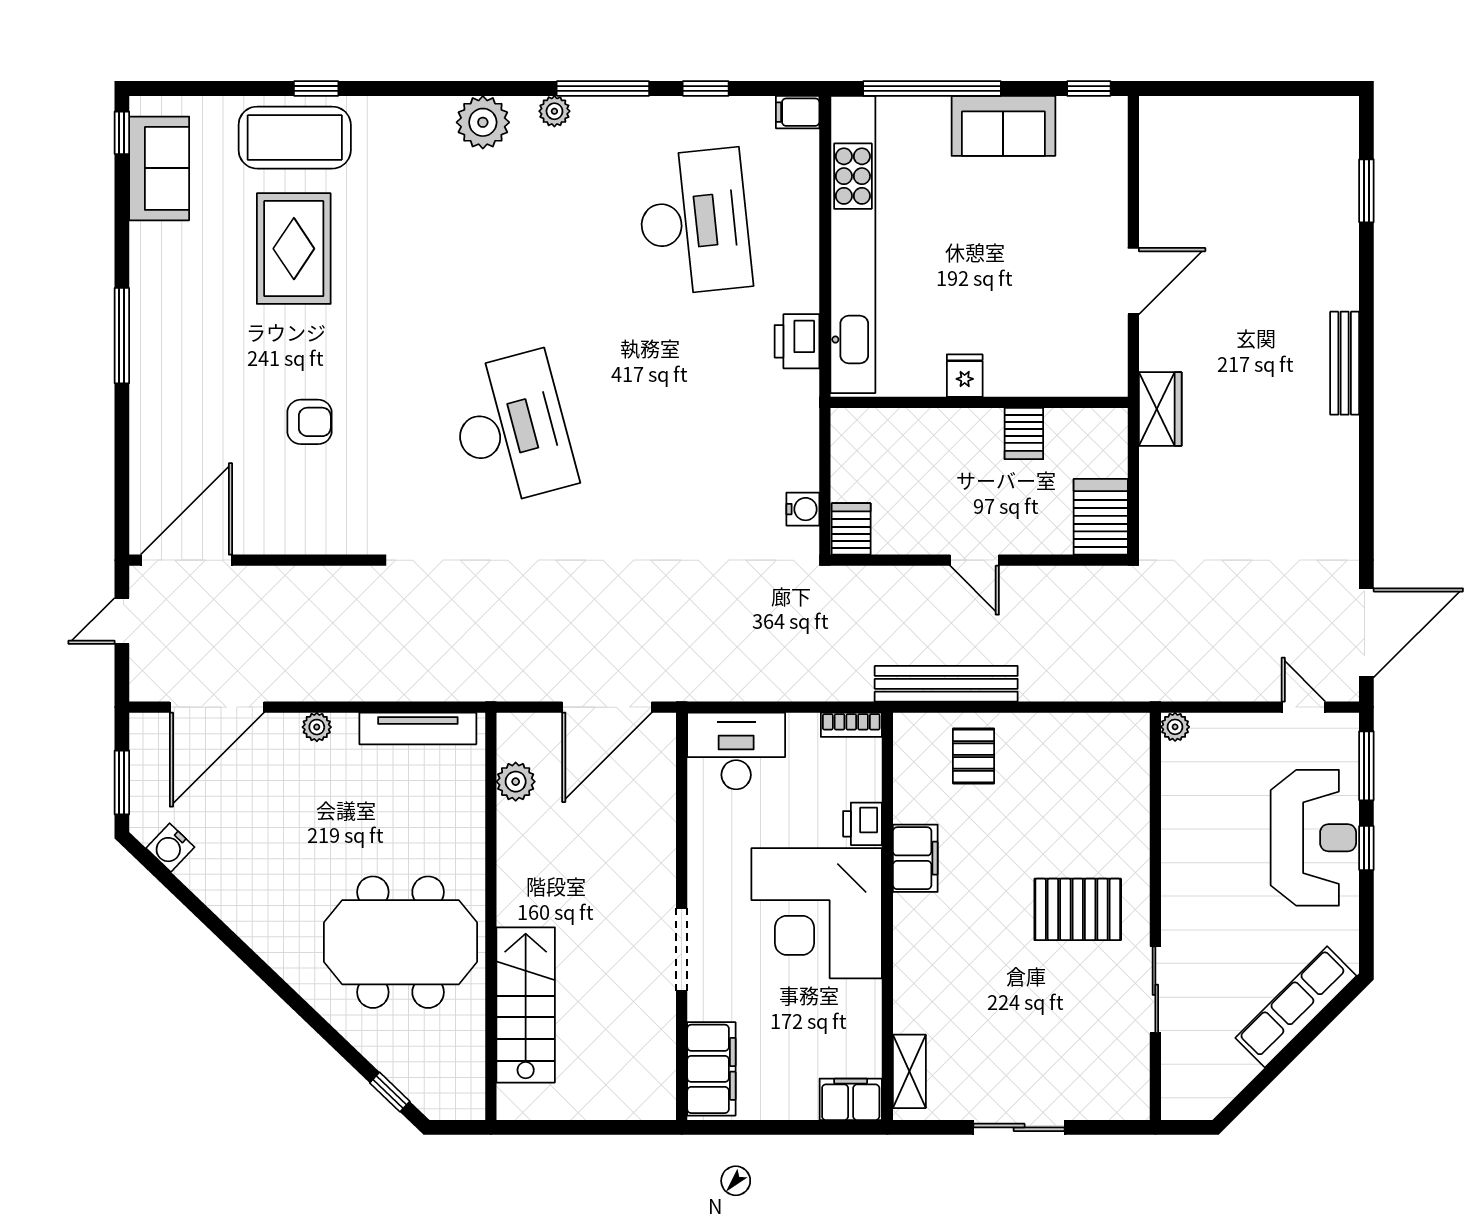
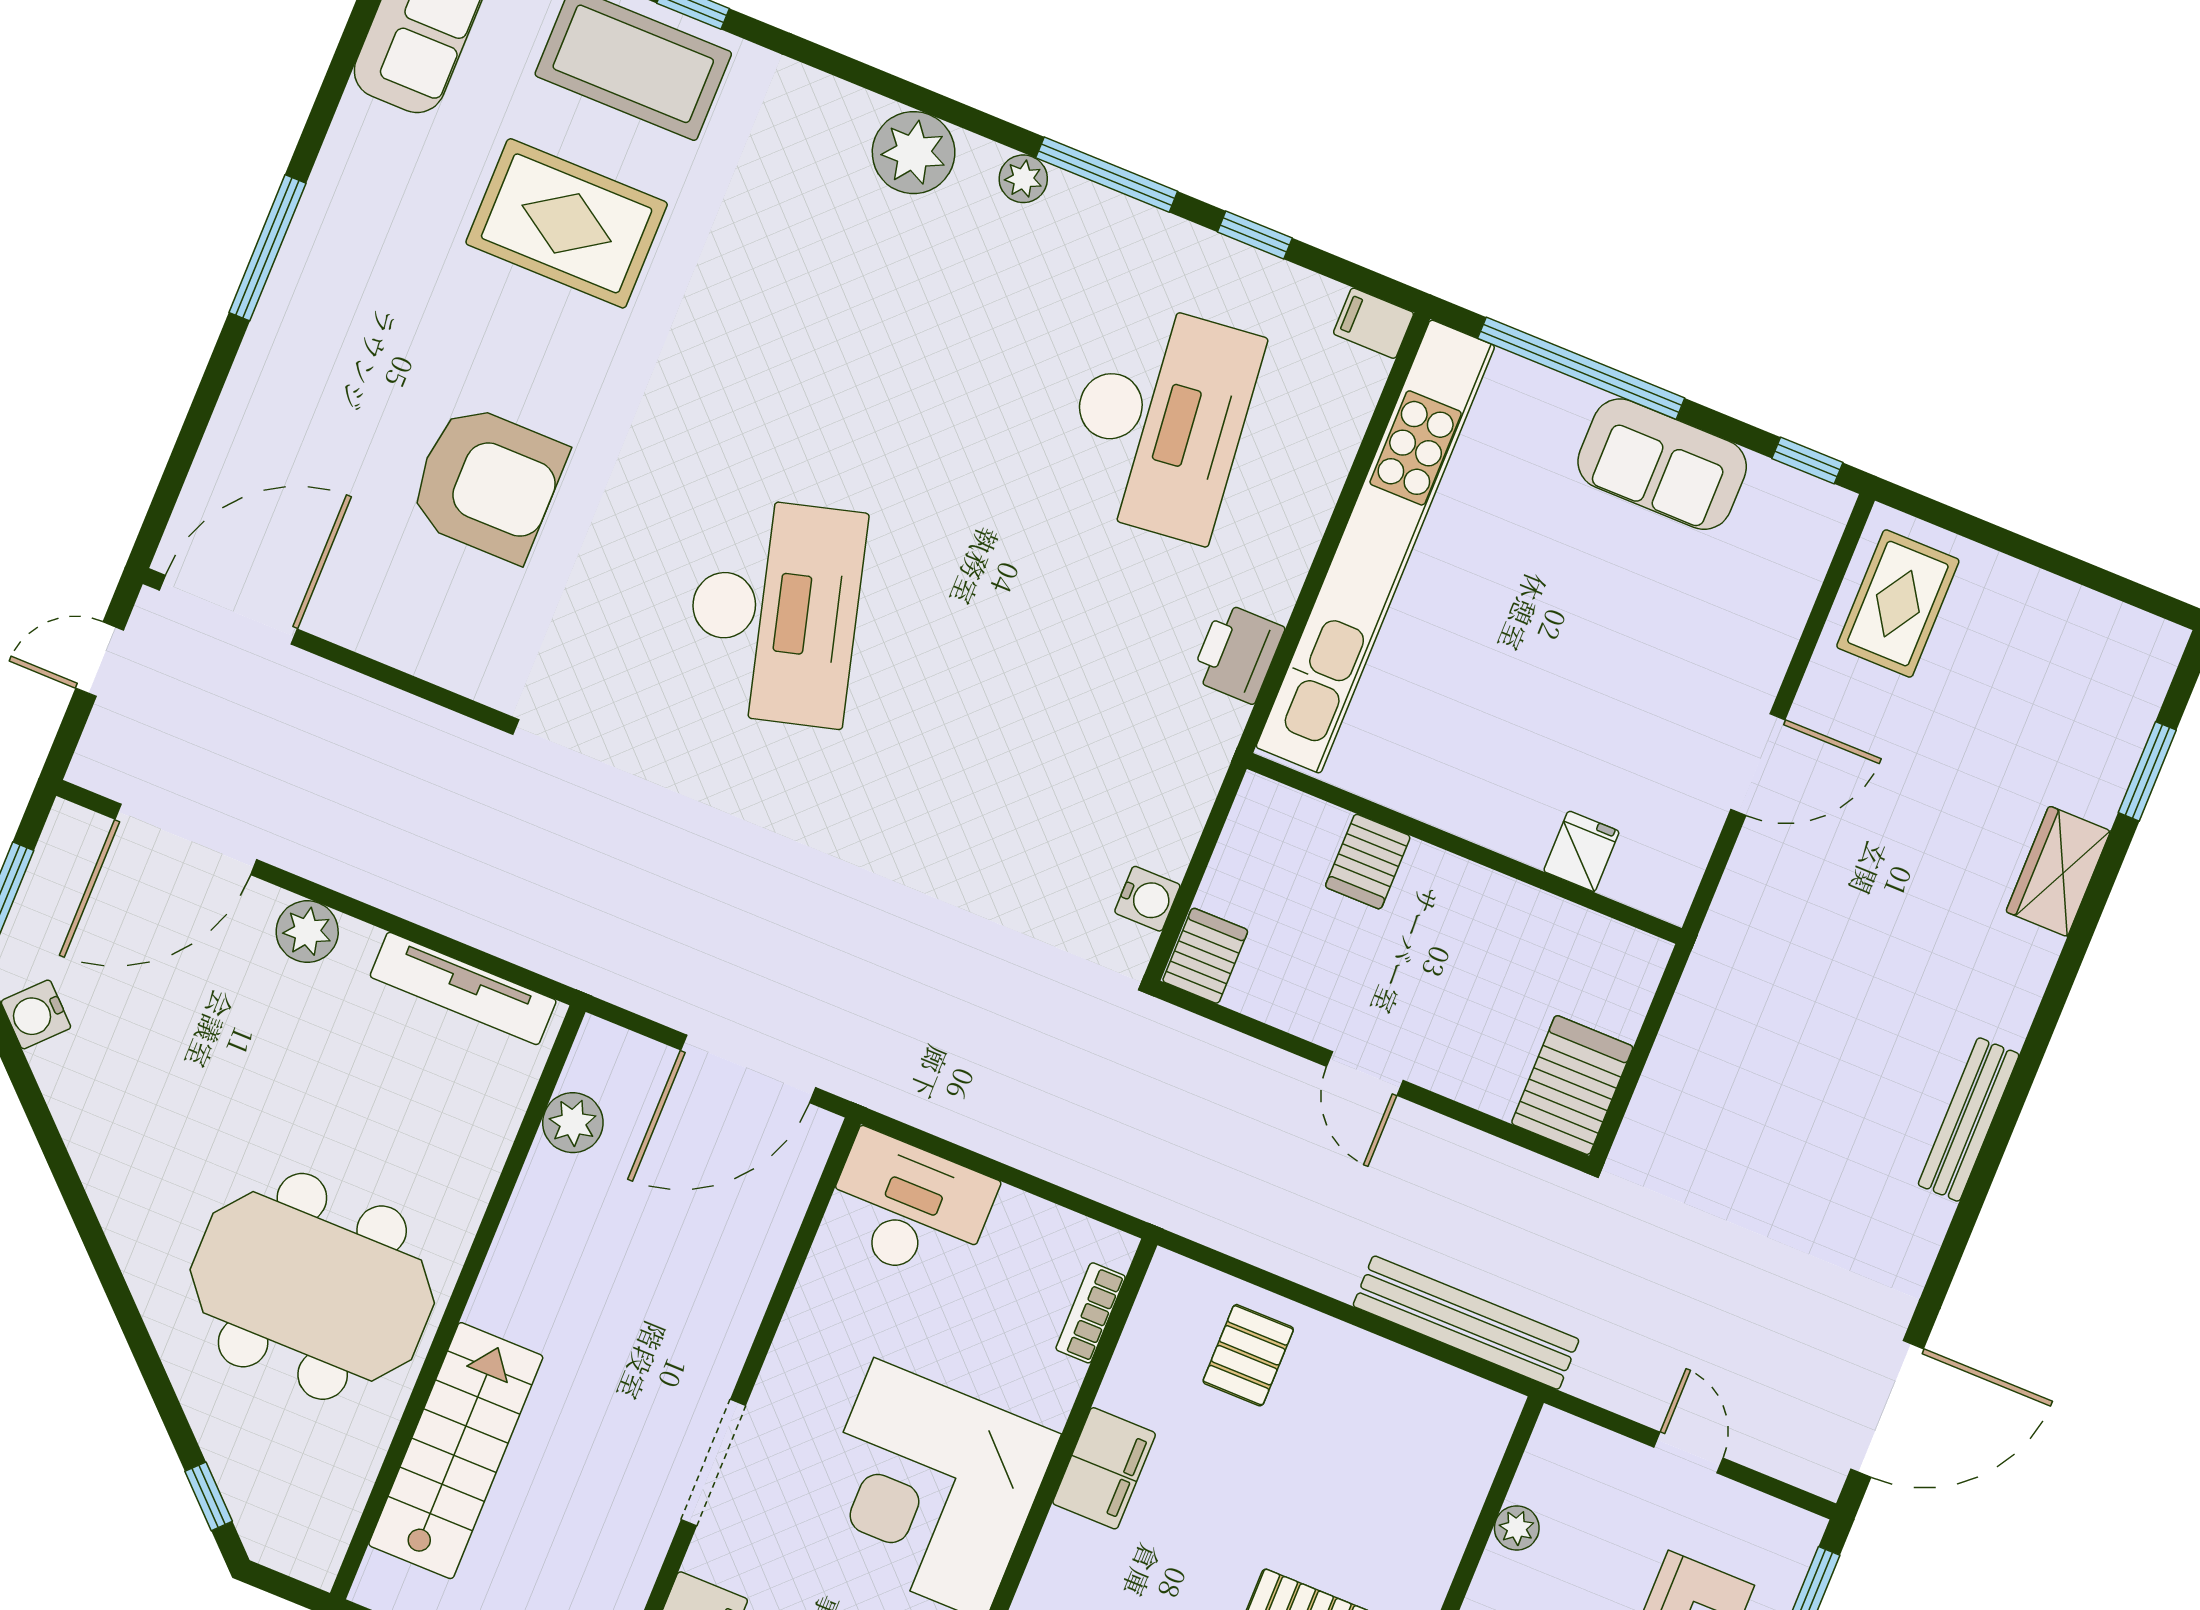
rug: (1177, 152) -> (1898, 604), added
rug: (294, 249) -> (567, 223), turned 90
bench: (1345, 363) -> (1969, 1120), moved
fridge: (965, 376) -> (1581, 851), moved
wardrobe: (1160, 409) -> (2058, 871), moved, turned 180
armchair: (309, 422) -> (487, 483), width x1.88, depth x1.88
server rack: (1024, 434) -> (1368, 862), moved
bench: (946, 684) -> (1466, 1323), moved
door: (1304, 707) -> (1688, 1453), moved
bookcase: (851, 725) -> (1091, 1313), moved, turned 90
plant: (317, 727) -> (307, 932), width x1.38, depth x1.38
plant: (1175, 727) -> (1517, 1528), moved
printer: (862, 824) -> (1048, 1388), removed

